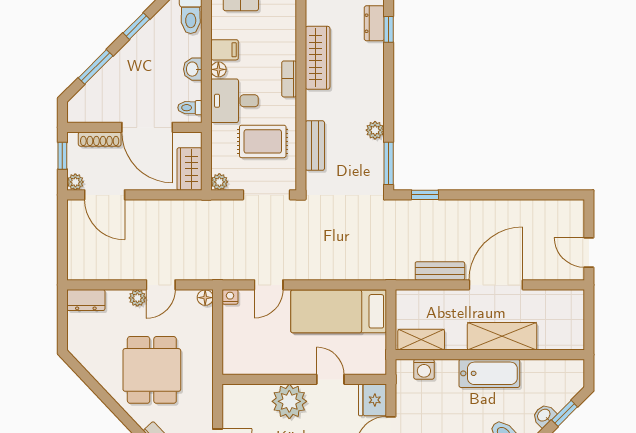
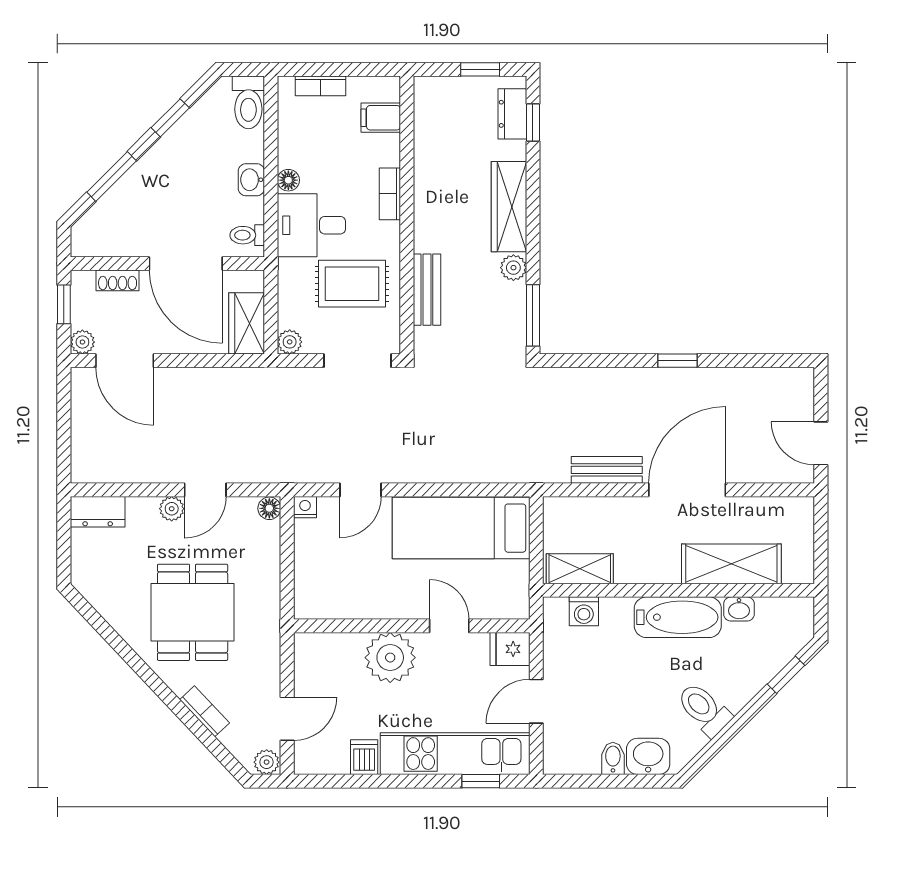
filing cabinet: (225, 50) -> (381, 118), moved, turned 180
wardrobe: (318, 58) -> (509, 207), moved, turned 180
shoe rack: (100, 139) -> (118, 280), width x0.70
window: (425, 195) -> (677, 361), moved
shelving: (502, 336) -> (731, 564), moved
fridge: (373, 400) -> (510, 649), width x0.72
washbasin: (544, 415) -> (739, 609), moved, turned -135

